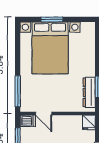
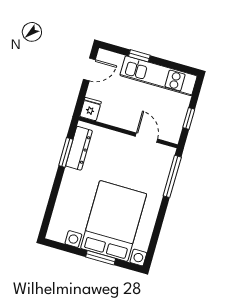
dishwasher: (28, 121) -> (170, 134), removed

